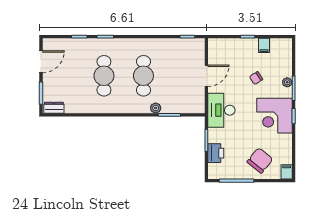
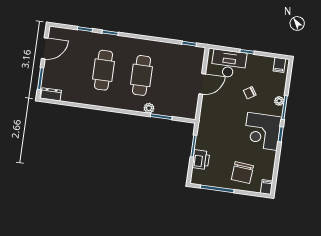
filing cabinet: (264, 45) -> (279, 65), moved
desk: (221, 110) -> (229, 64), moved, turned 90
chair: (260, 160) -> (242, 173), turned 146

